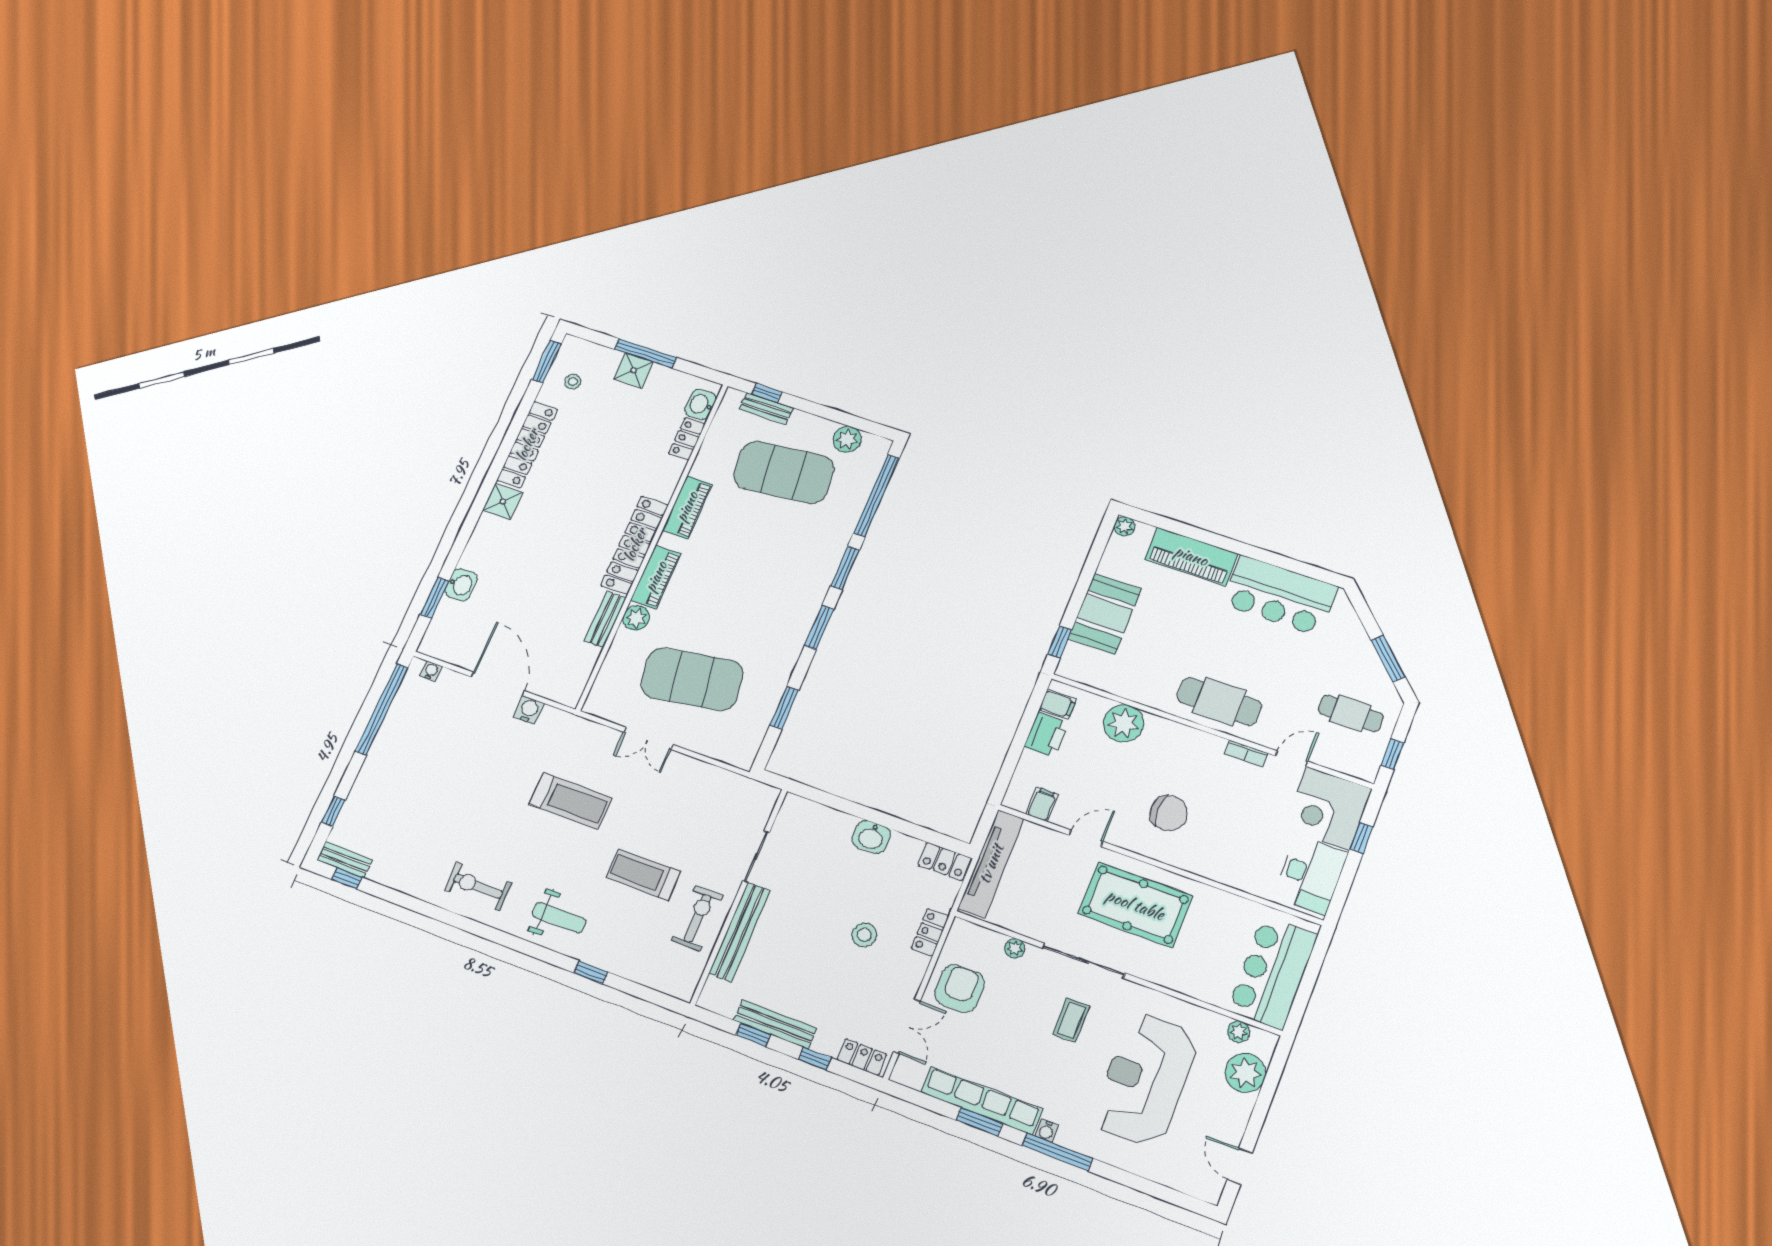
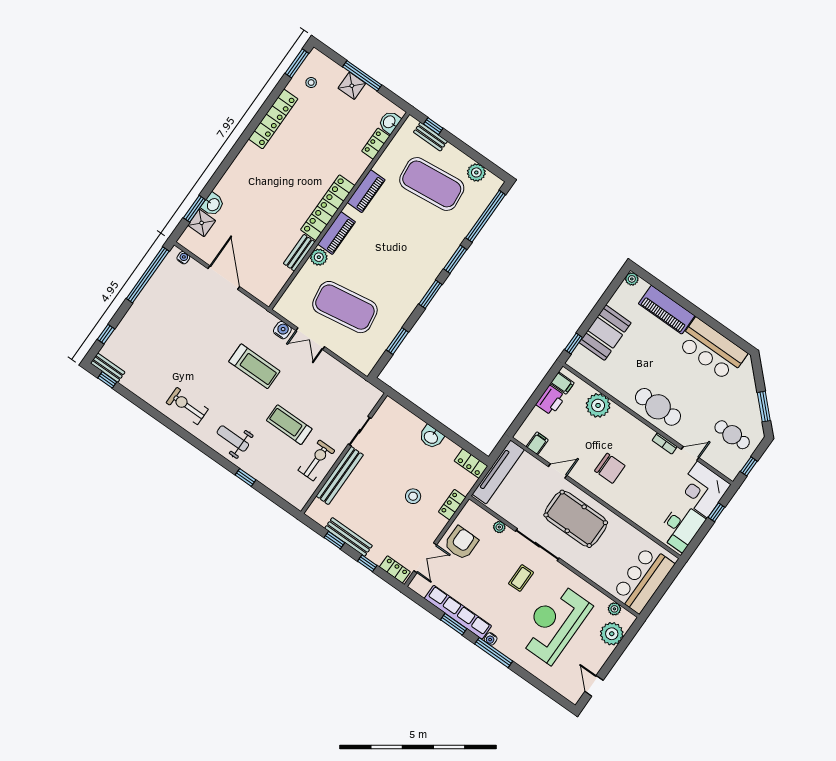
shower: (503, 501) -> (202, 223), moved
water cooler: (529, 710) -> (282, 330), moved
weight bench: (559, 918) -> (233, 439), turned 180

